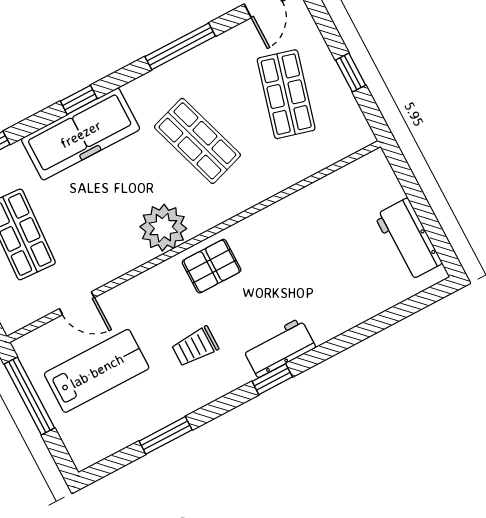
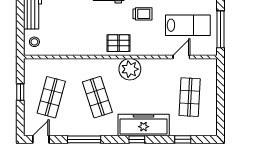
stool: (374, 183) -> (34, 42), added
door: (77, 303) -> (181, 57), hinge flipped
lab bench: (97, 371) -> (188, 25), turned 180

